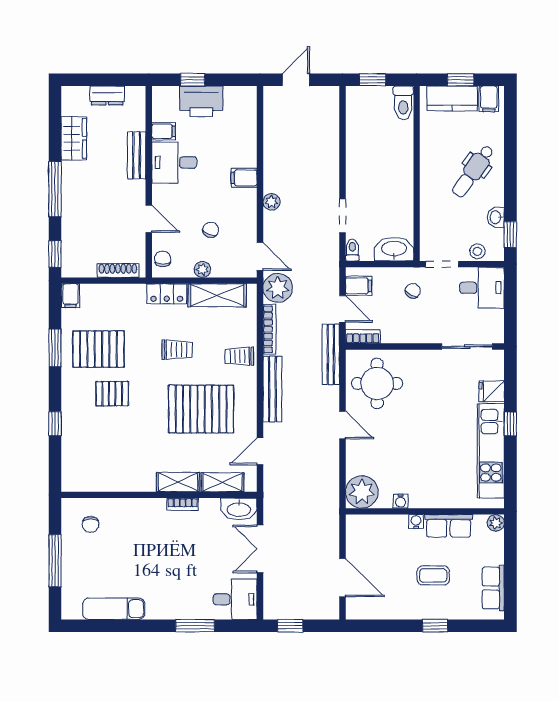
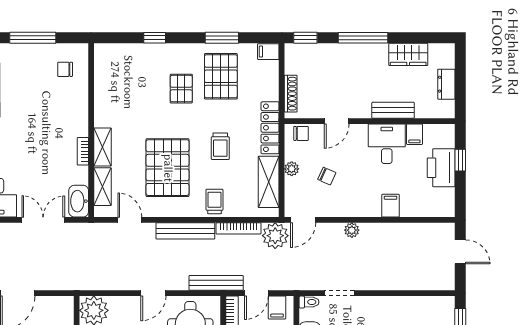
filing cabinet: (244, 178) -> (391, 206), moved
locker: (167, 294) -> (270, 128), width x1.53

